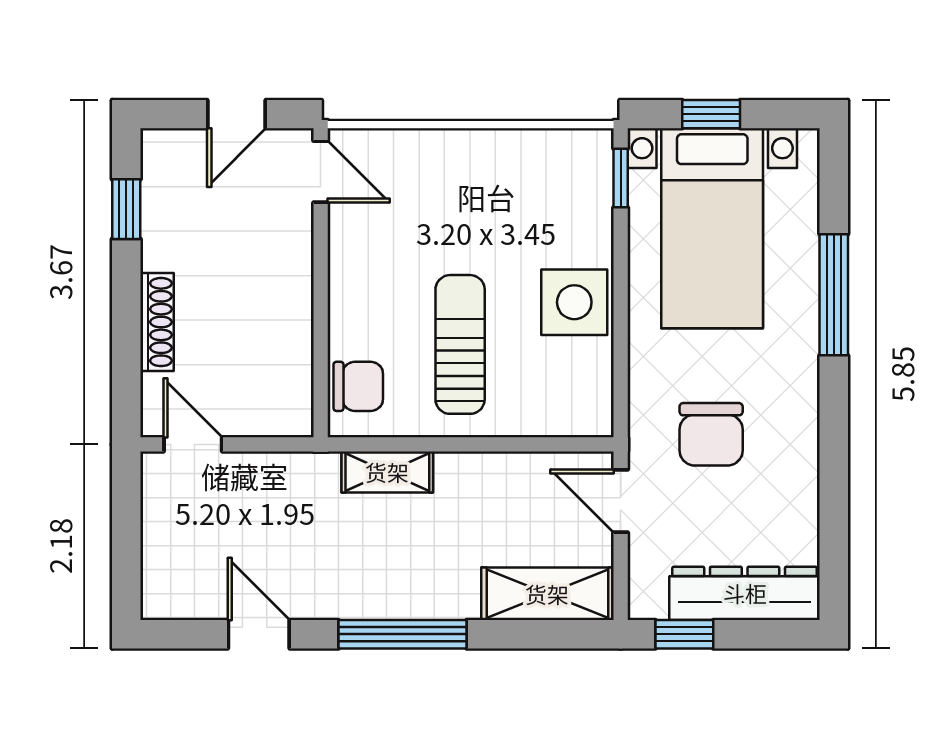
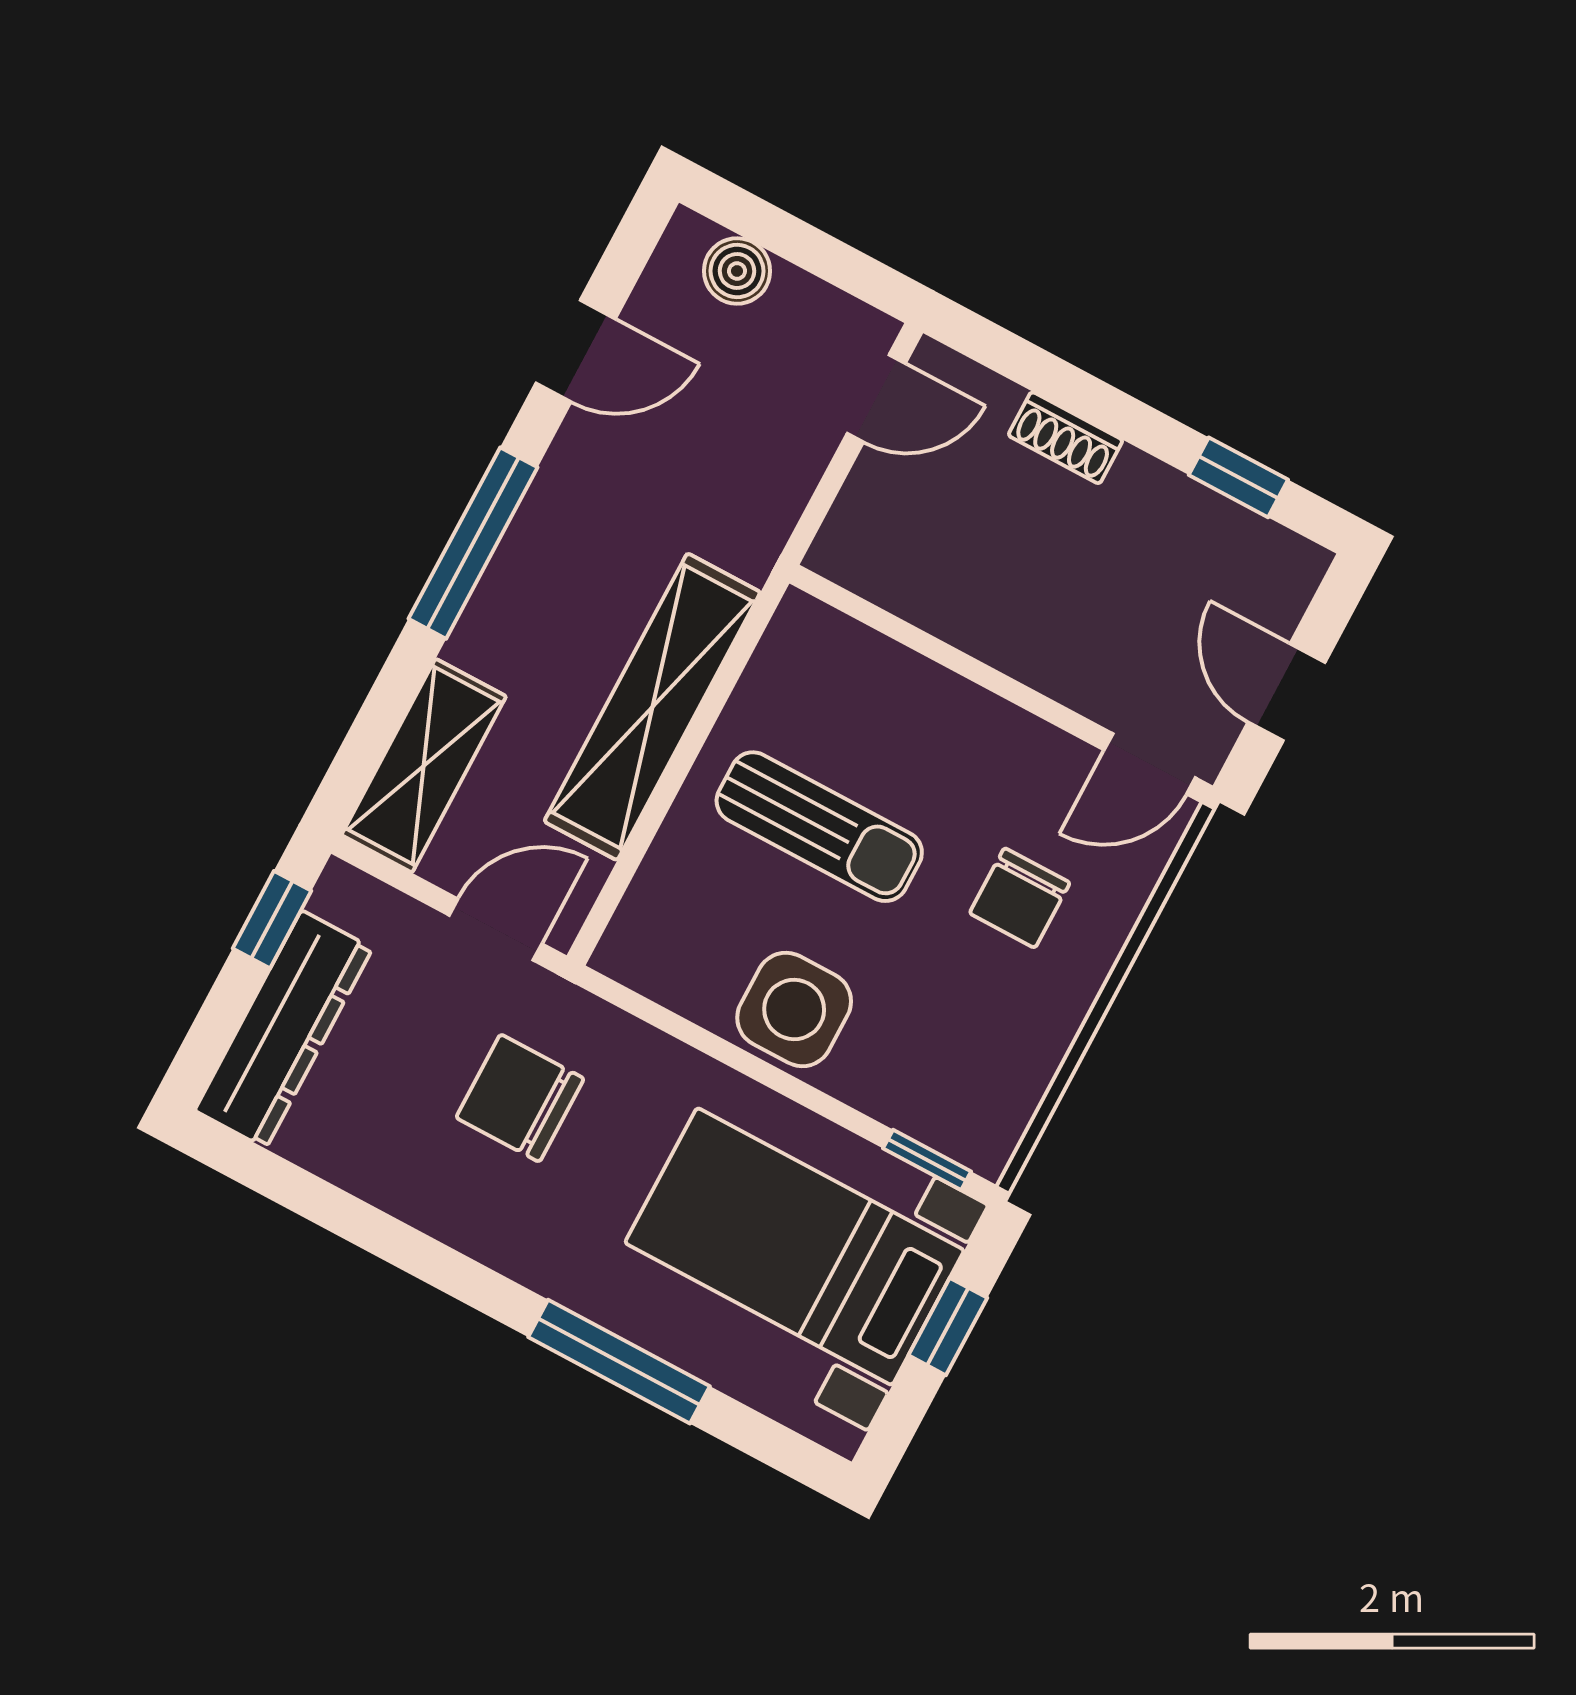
shoe rack: (157, 322) -> (1065, 438), width x0.70
chair: (358, 386) -> (1020, 898), moved
shelving: (387, 472) -> (652, 707), width x2.20, depth x1.33
boiler: (162, 565) -> (737, 271), added

